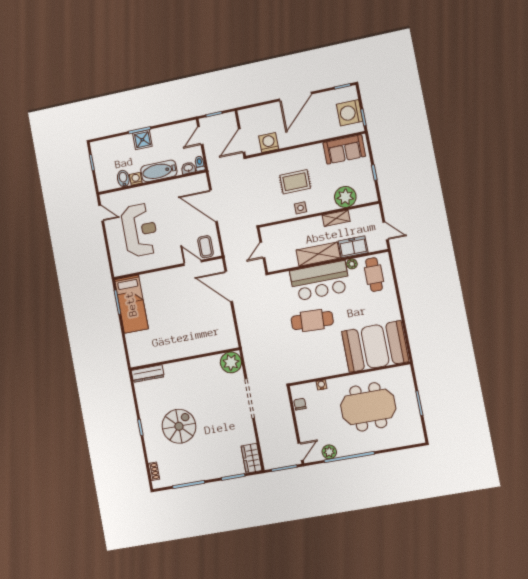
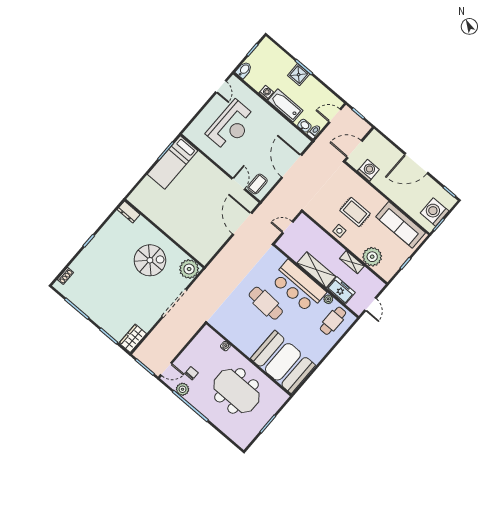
sofa: (344, 149) -> (401, 225), width x1.36
bidet: (123, 179) -> (244, 70), moved
dresser: (148, 374) -> (129, 212), width x0.70
chair: (300, 404) -> (192, 373), moved
spiral stairs: (179, 426) -> (150, 260), moved

